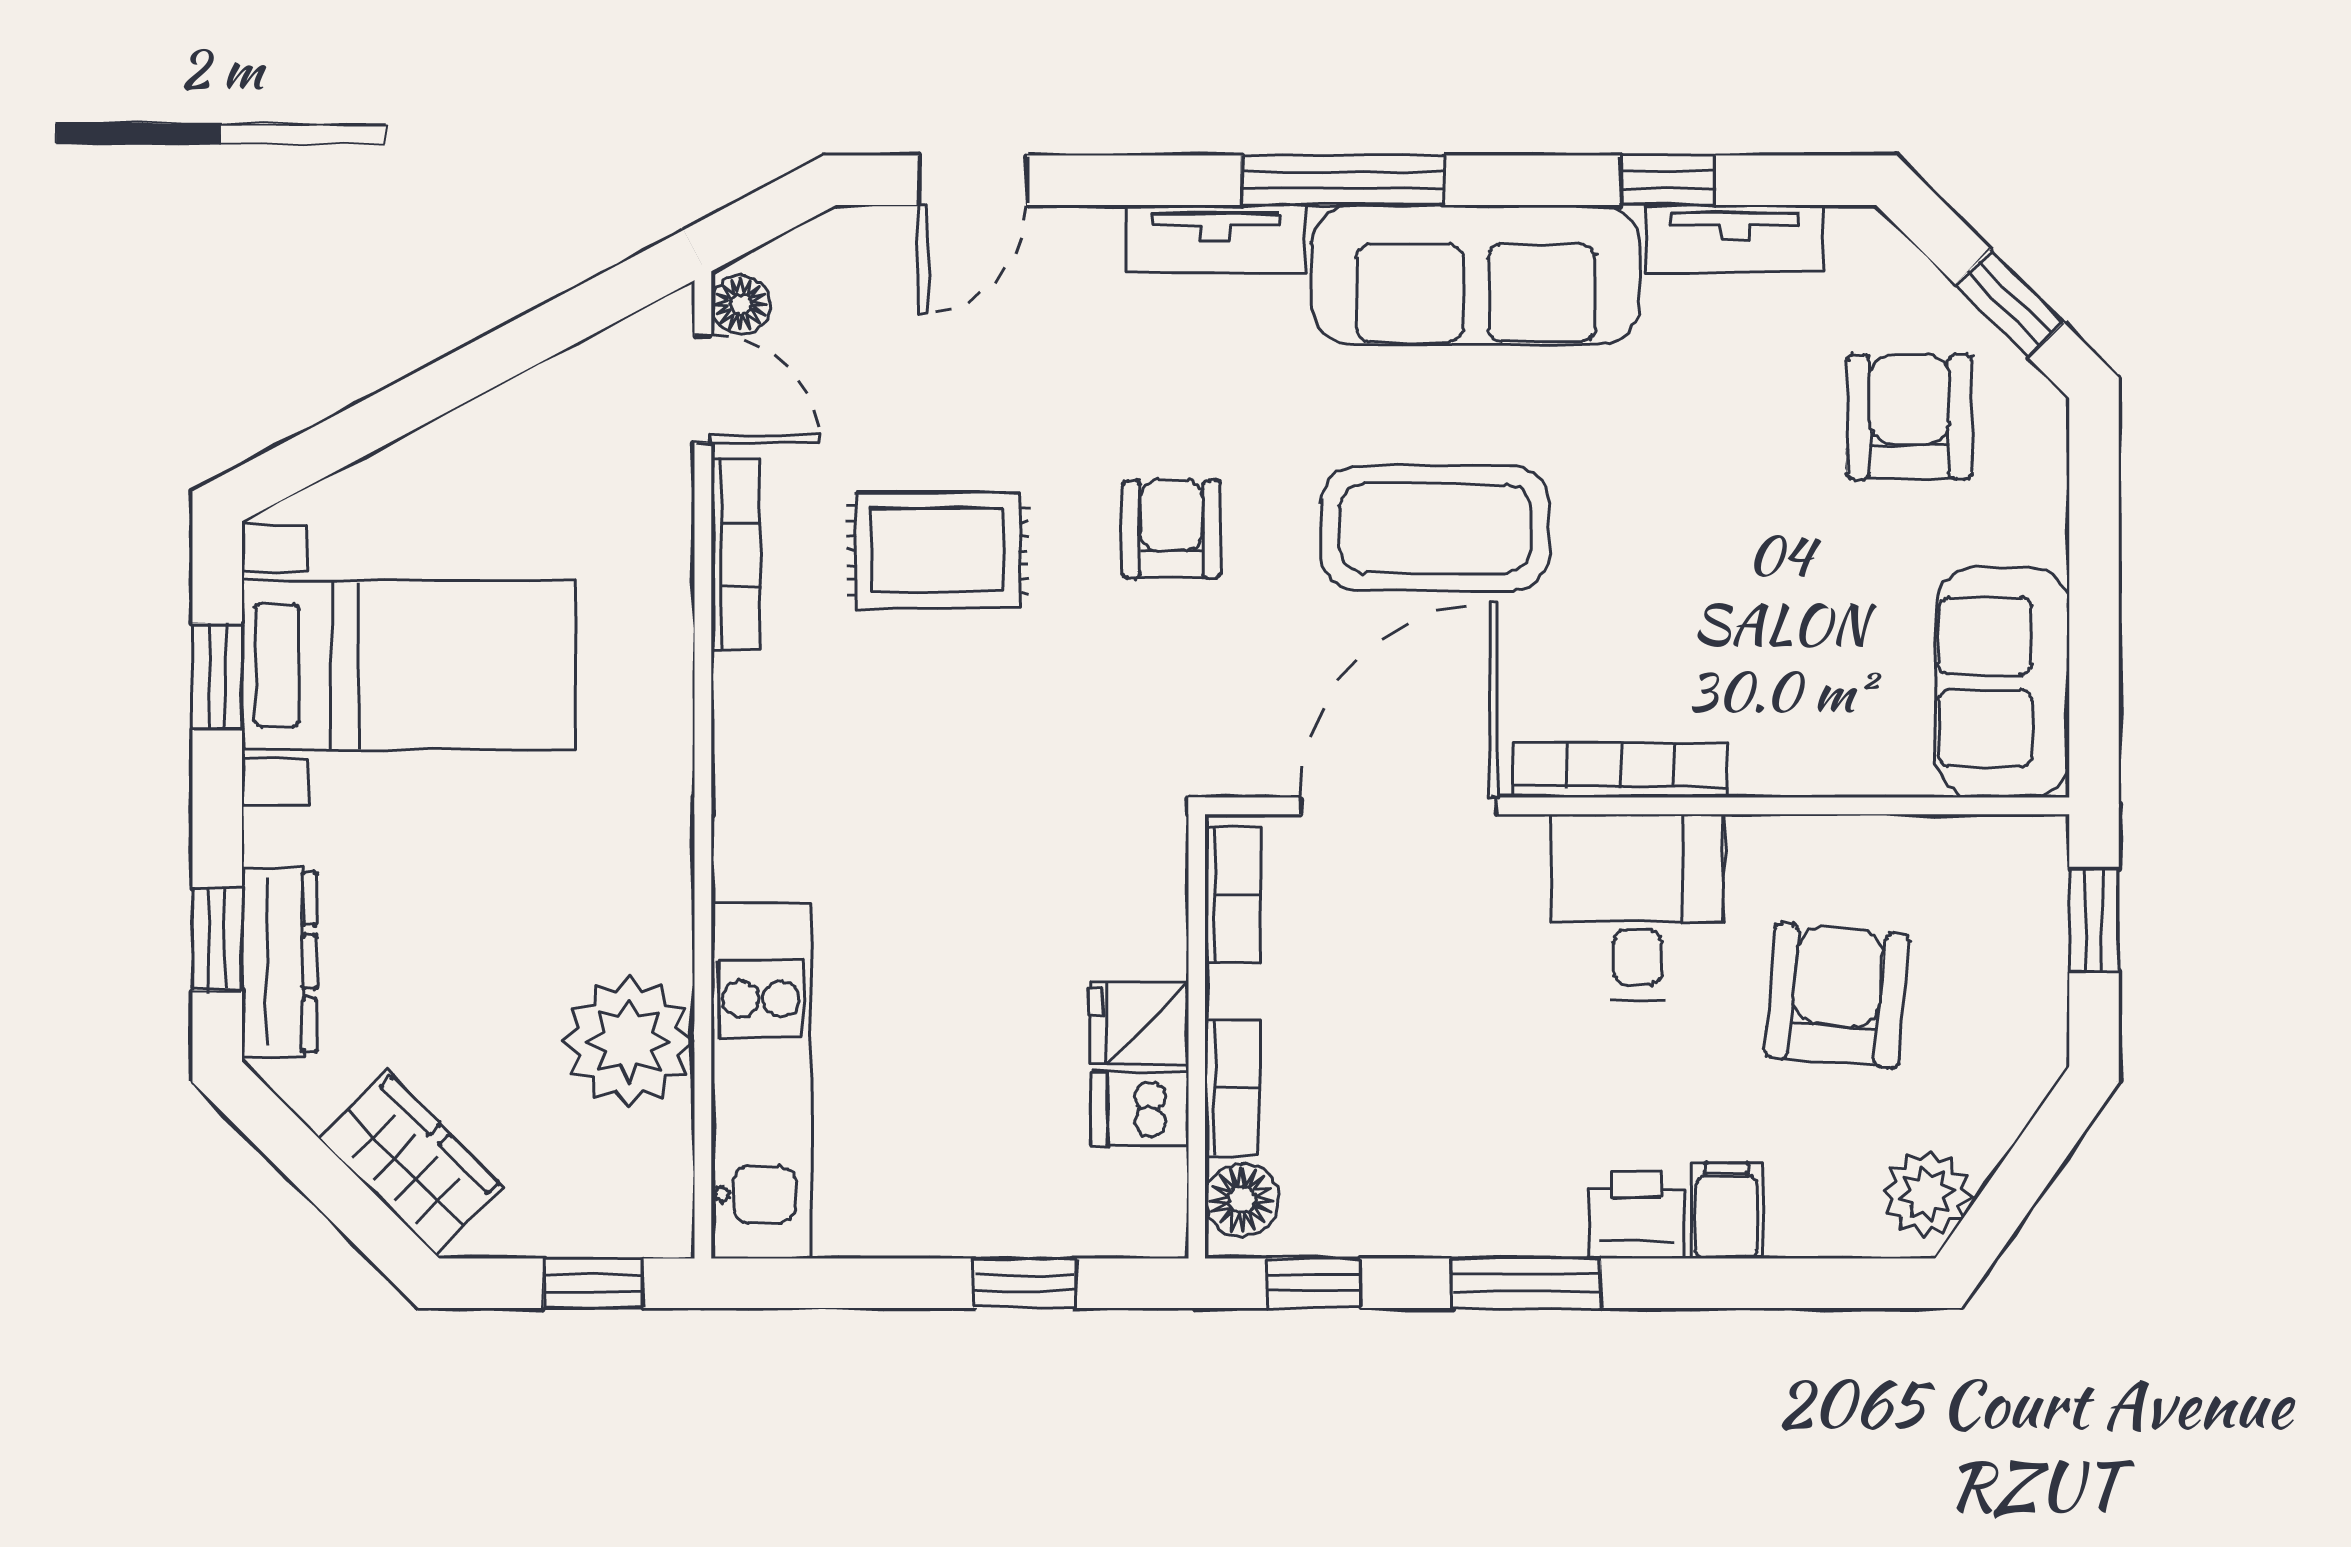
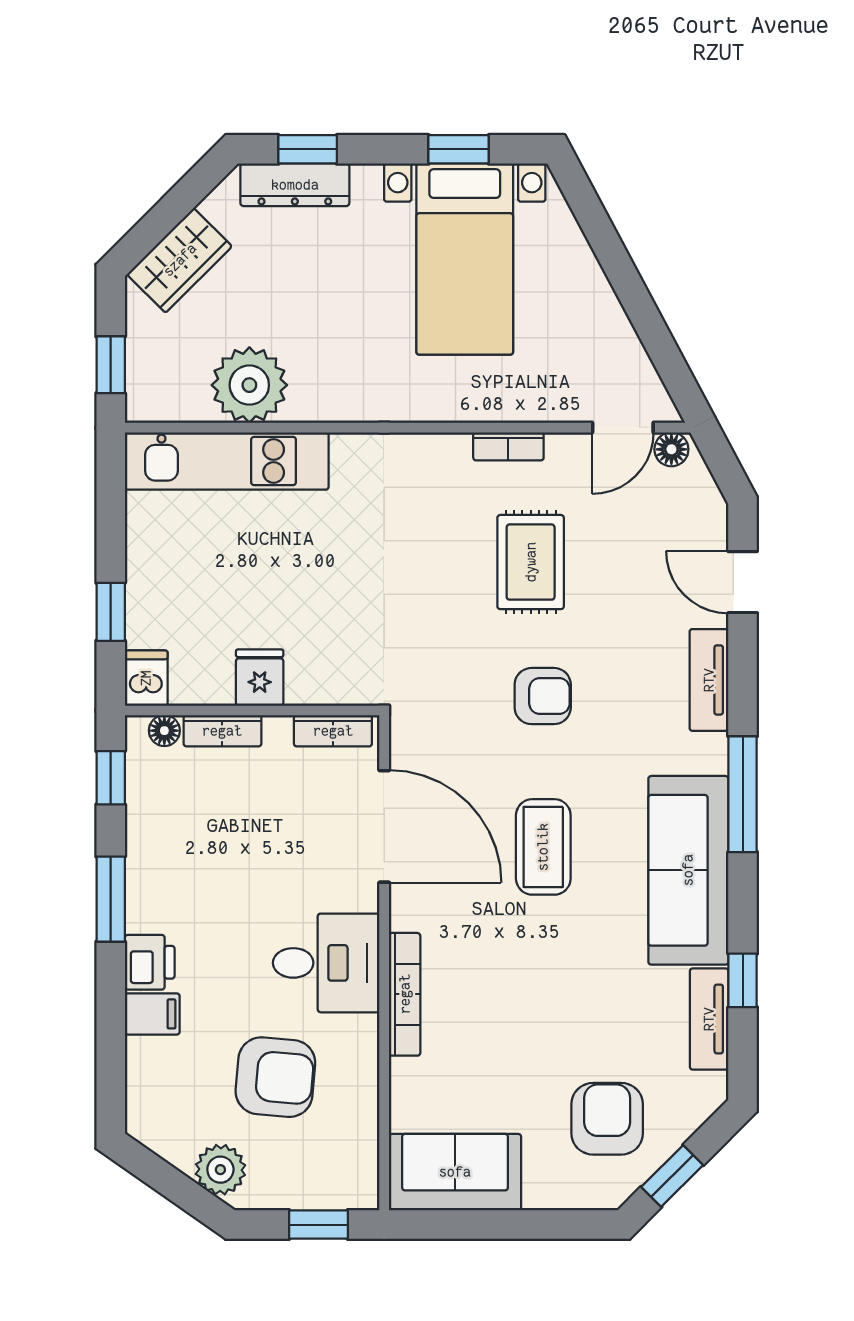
tv unit: (1216, 239) -> (709, 680), moved
armchair: (1909, 417) -> (607, 1119), turned -90
coffee table: (1435, 528) -> (543, 847), width x0.73, depth x0.76
bookcase: (736, 554) -> (508, 446), width x0.64
bookcase: (1620, 770) -> (405, 994), moved
dishwasher: (1140, 1109) -> (146, 678), moved
plant: (1927, 1194) -> (220, 1170), moved
floor lamp: (1242, 1200) -> (164, 731), width x0.73, depth x0.73

